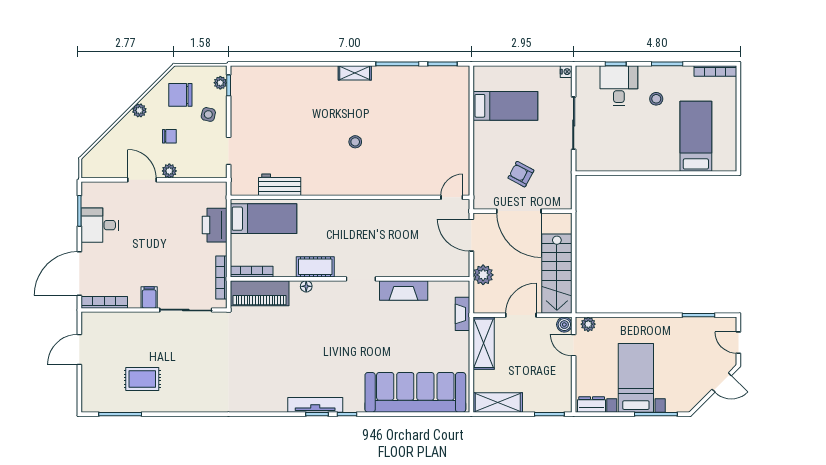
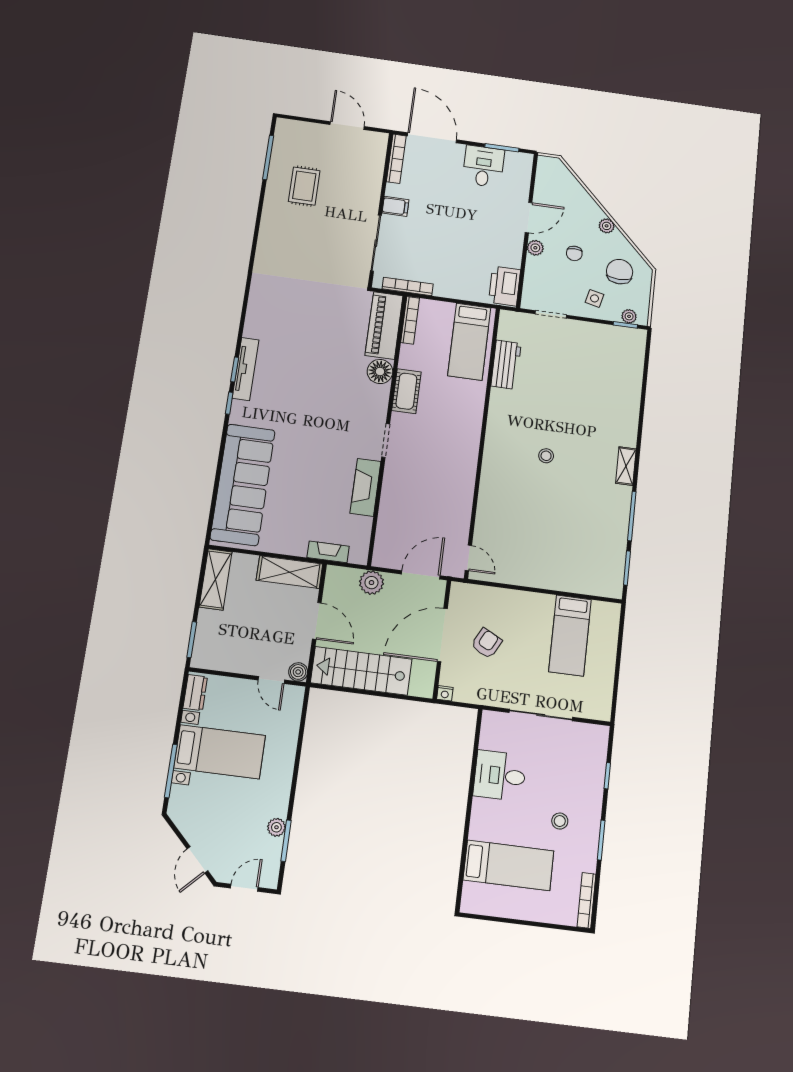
nightstand: (566, 72) -> (445, 693), moved
desk: (619, 86) -> (500, 776), moved, turned 180
printer: (215, 225) -> (505, 286), moved, turned -90
floor lamp: (306, 286) -> (380, 372), width x1.89, depth x1.89
plant: (588, 324) -> (276, 827), moved
door: (574, 345) -> (271, 680), swing flipped

